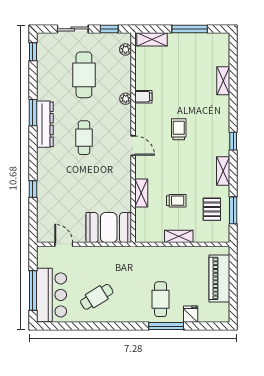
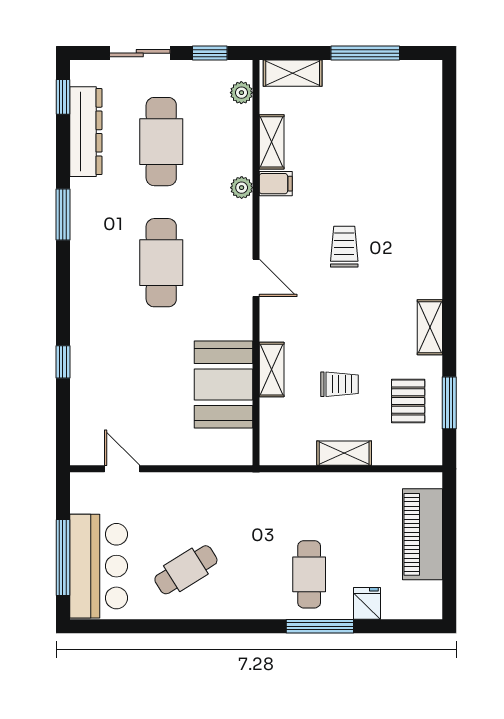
shelving: (223, 81) -> (272, 142), moved
dresser: (45, 124) -> (86, 132), moved
cafe table: (84, 138) -> (161, 263), width x1.37, depth x1.35
window: (233, 141) -> (449, 269), removed
booth: (109, 228) -> (223, 385), moved, turned 90

